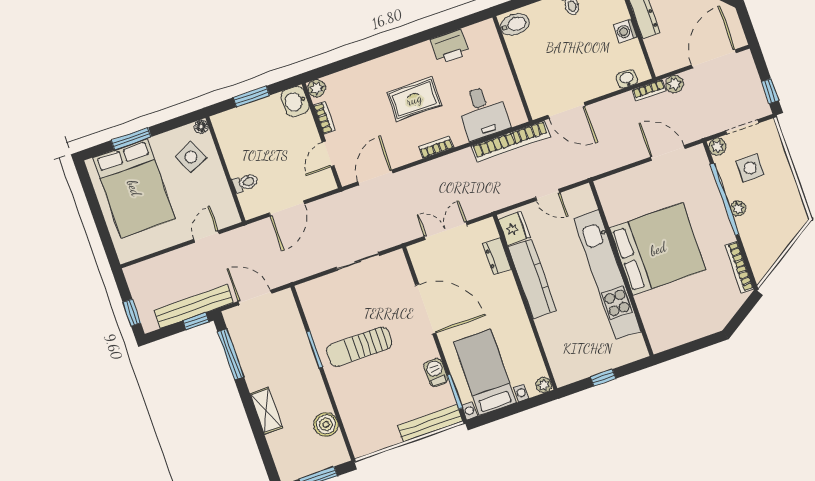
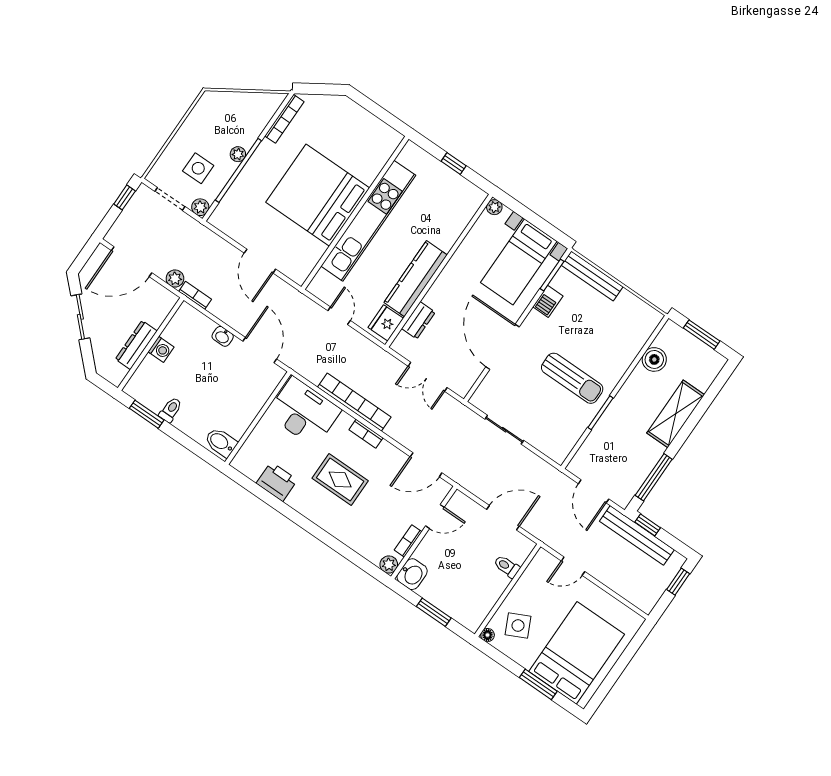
washbasin: (627, 79) -> (223, 336), moved
desk: (483, 112) -> (304, 412), width x1.37
bookcase: (511, 141) -> (354, 402), moved
door: (668, 153) -> (260, 261), moved
shelving: (266, 411) -> (676, 414), width x1.50, depth x1.33

